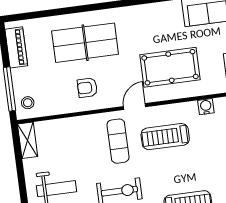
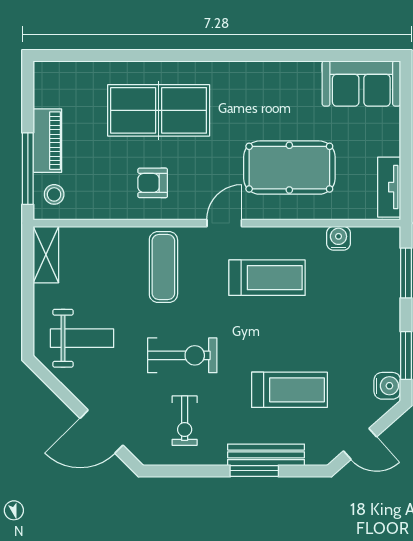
piano: (16, 47) -> (47, 141), moved
treadmill: (165, 137) -> (267, 278), turned 180
exercise mat: (118, 141) -> (163, 267), moved

